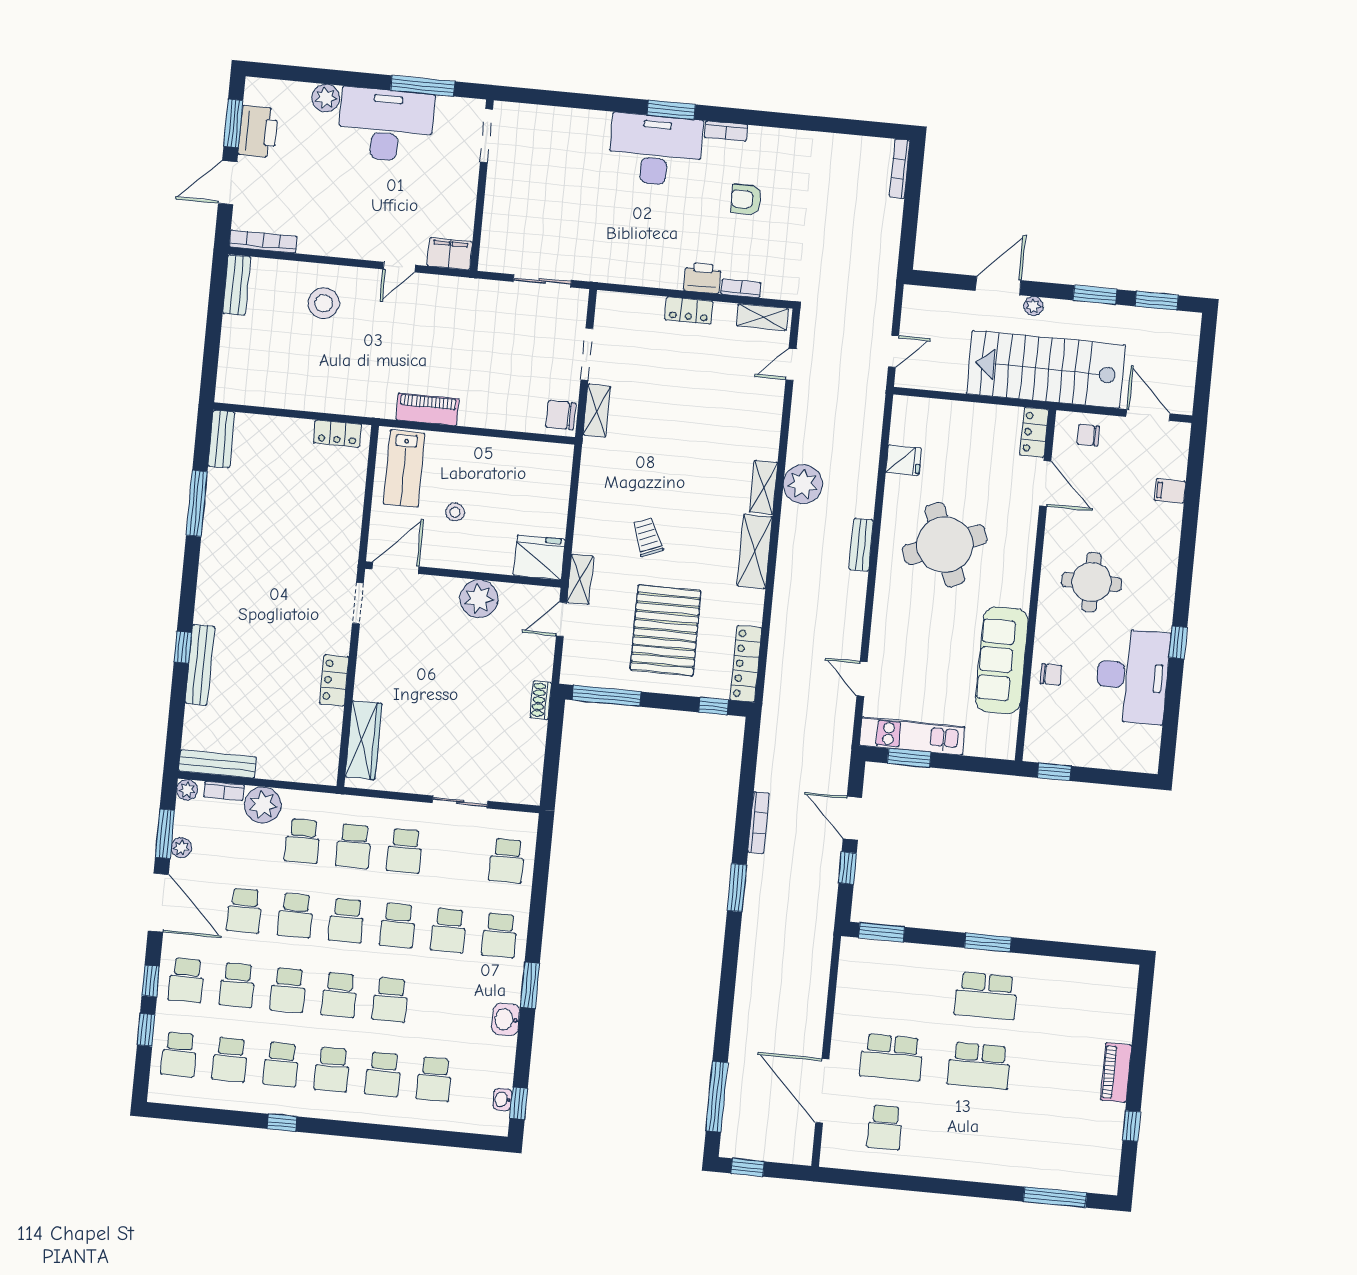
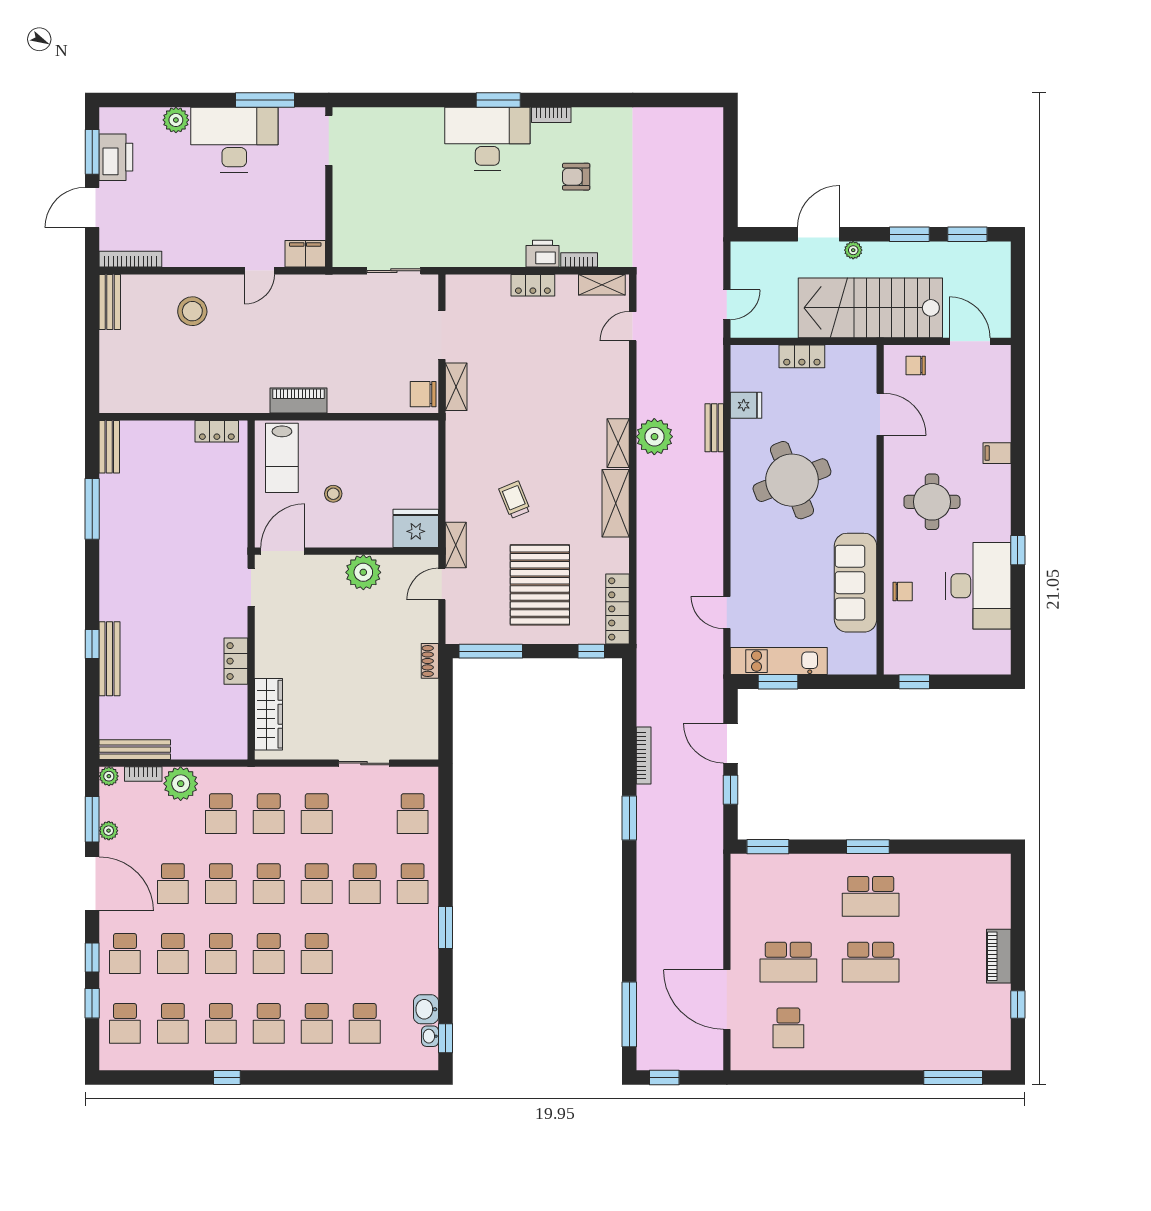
bookcase: (900, 169) -> (716, 134), removed
locker: (1034, 432) -> (802, 356), moved, turned -90
filing cabinet: (1170, 491) -> (997, 453), moved
bench: (861, 545) -> (714, 428), moved
washbasin: (506, 1020) -> (426, 1009), moved

